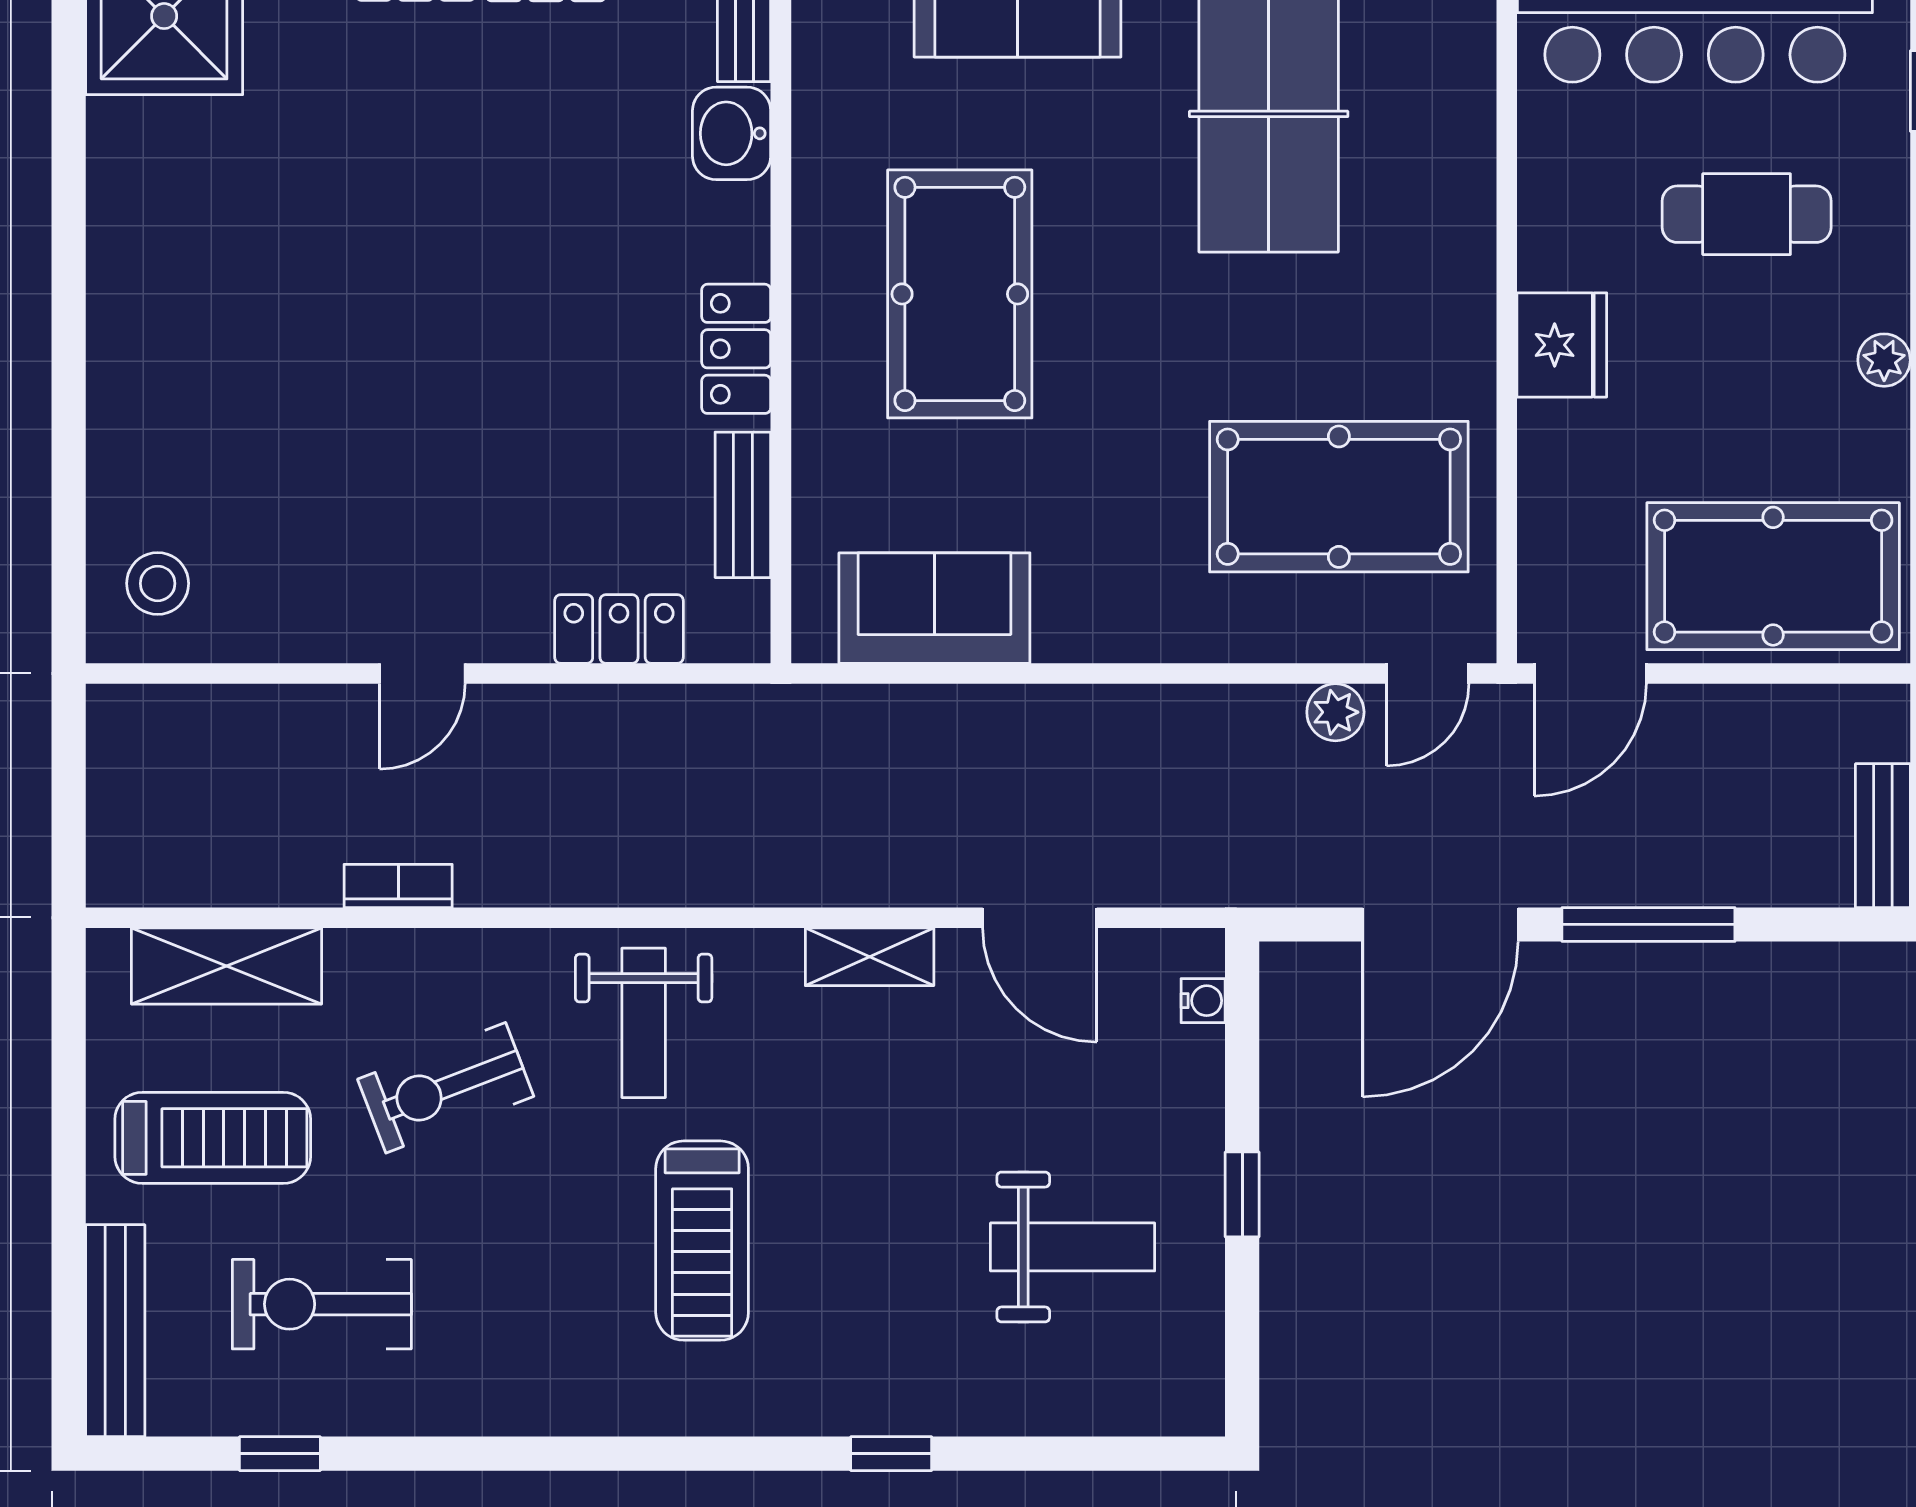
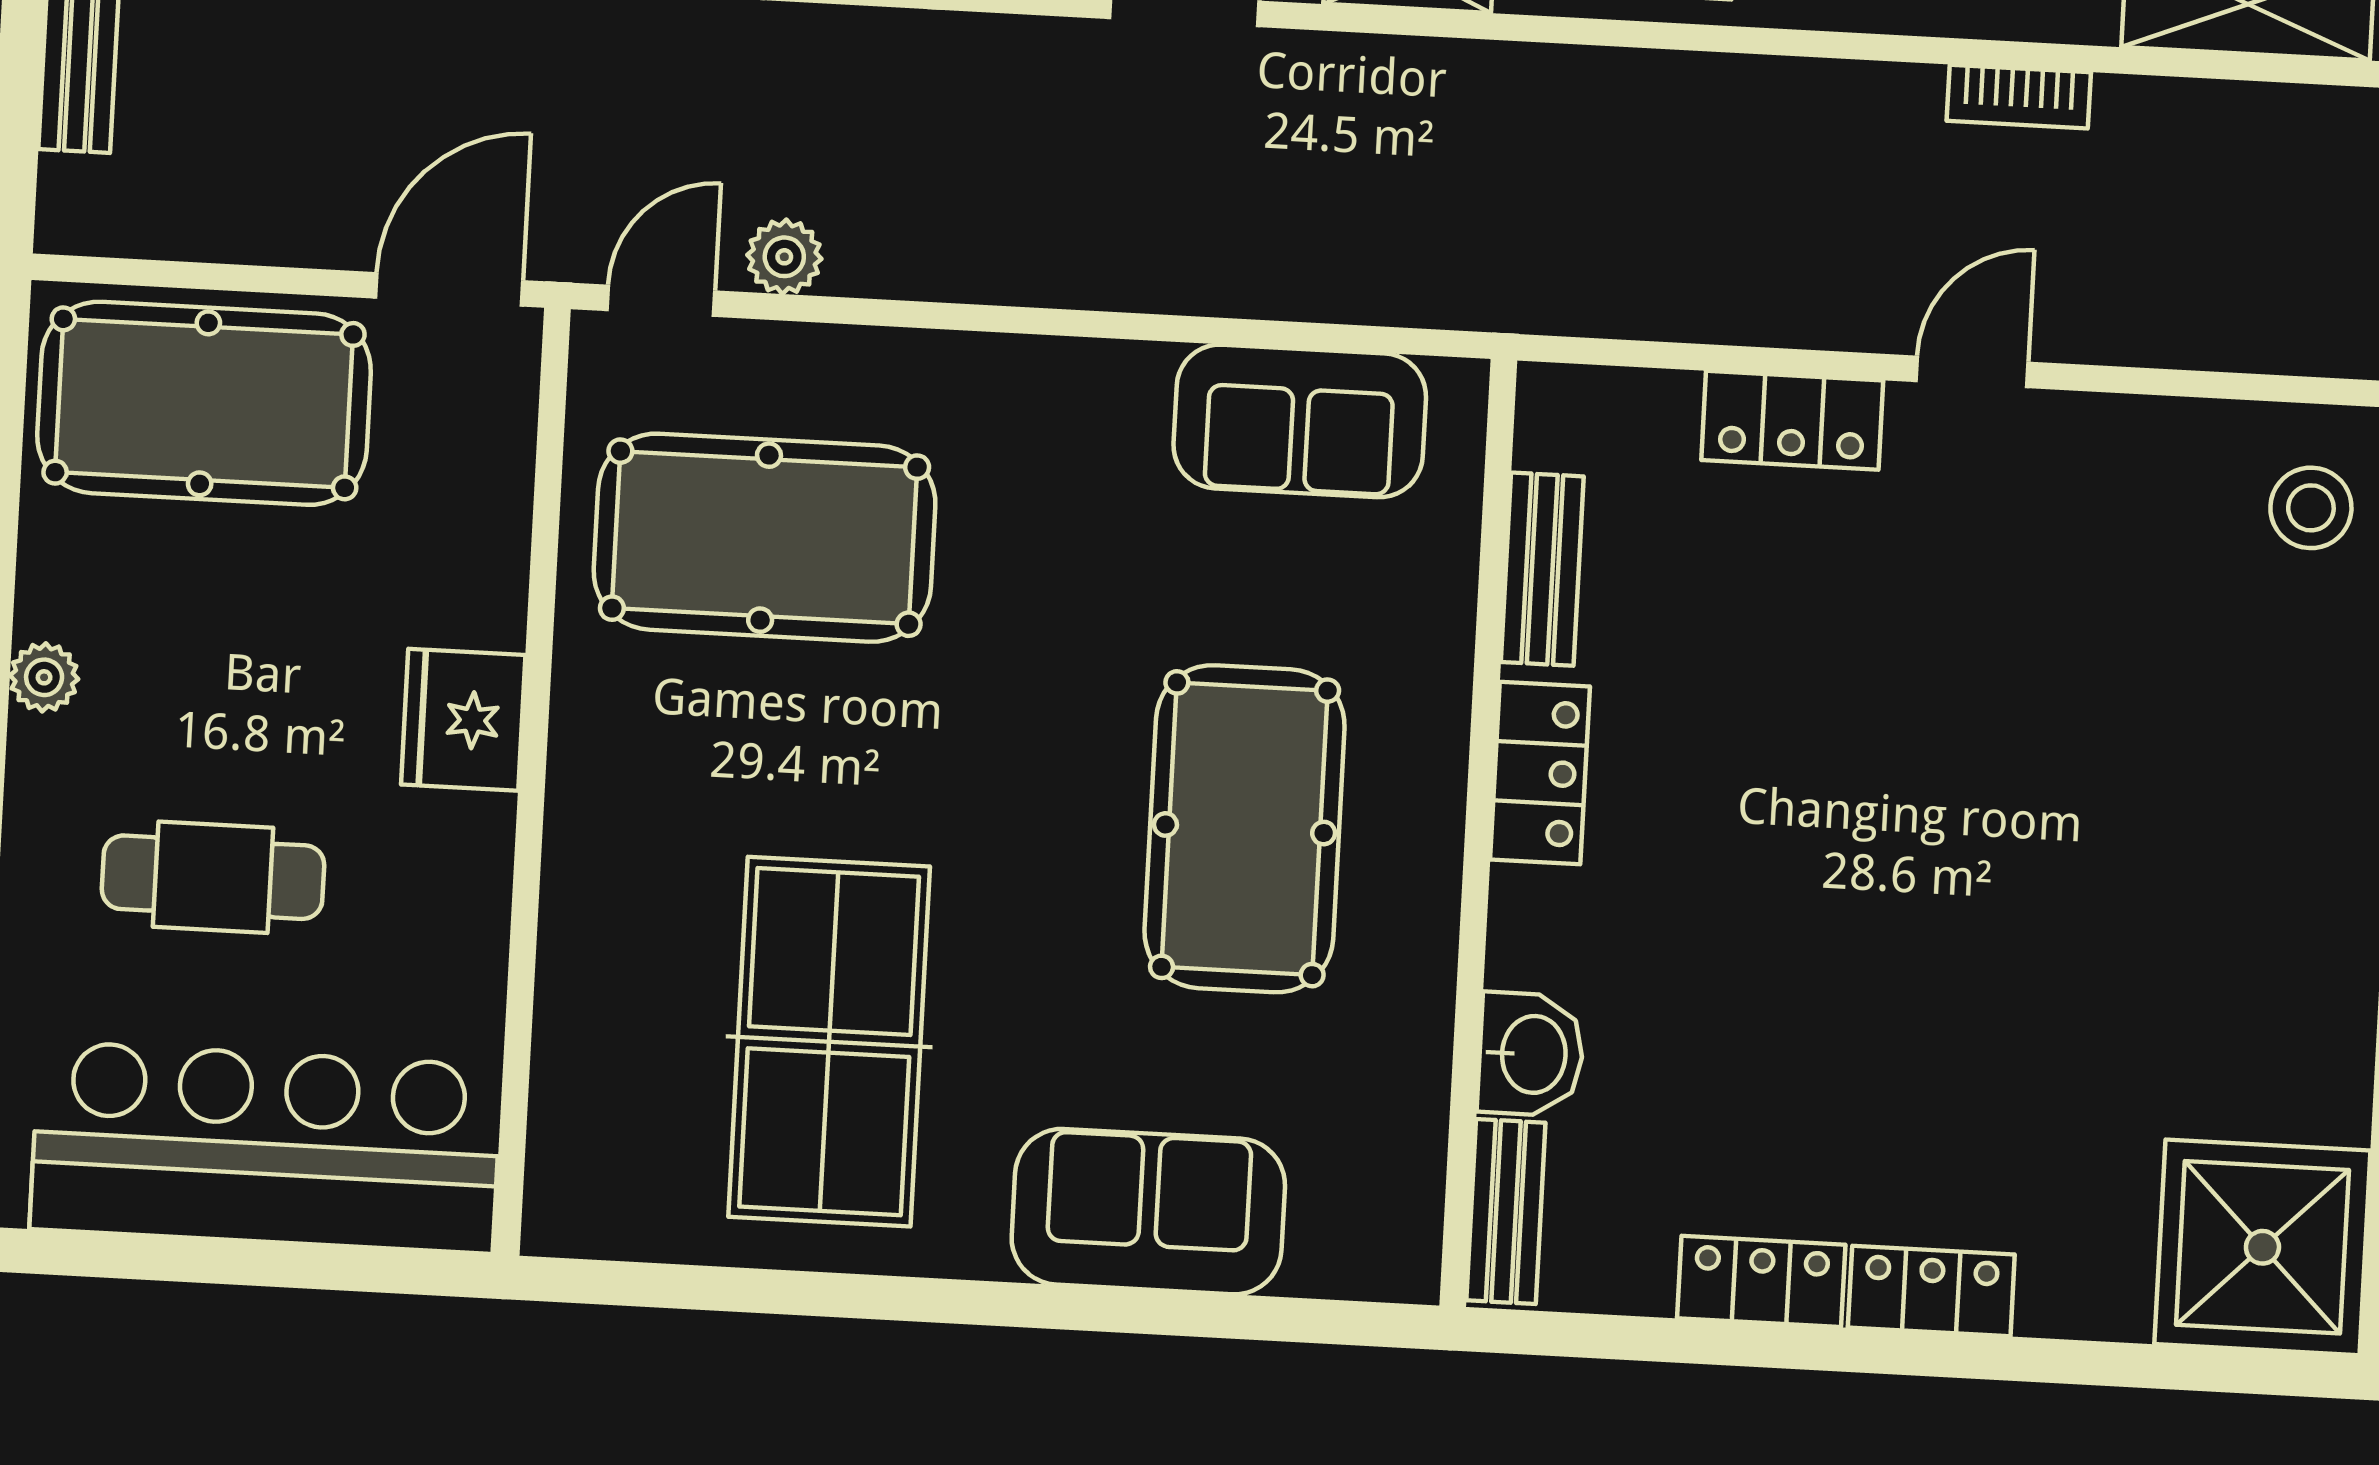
locker: (619, 629) -> (1792, 420), moved

